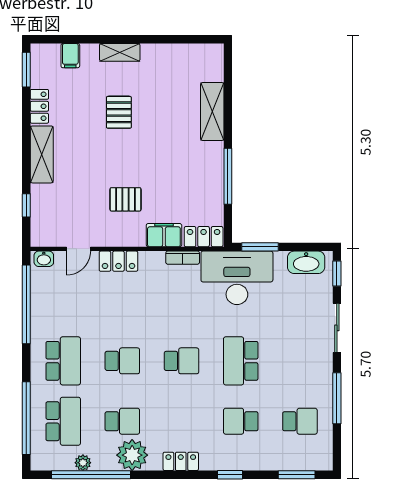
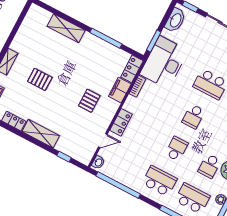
door: (78, 249) -> (103, 141), hinge flipped
school desk: (182, 361) -> (193, 116), turned 180
school desk: (122, 421) -> (209, 166), turned 180

